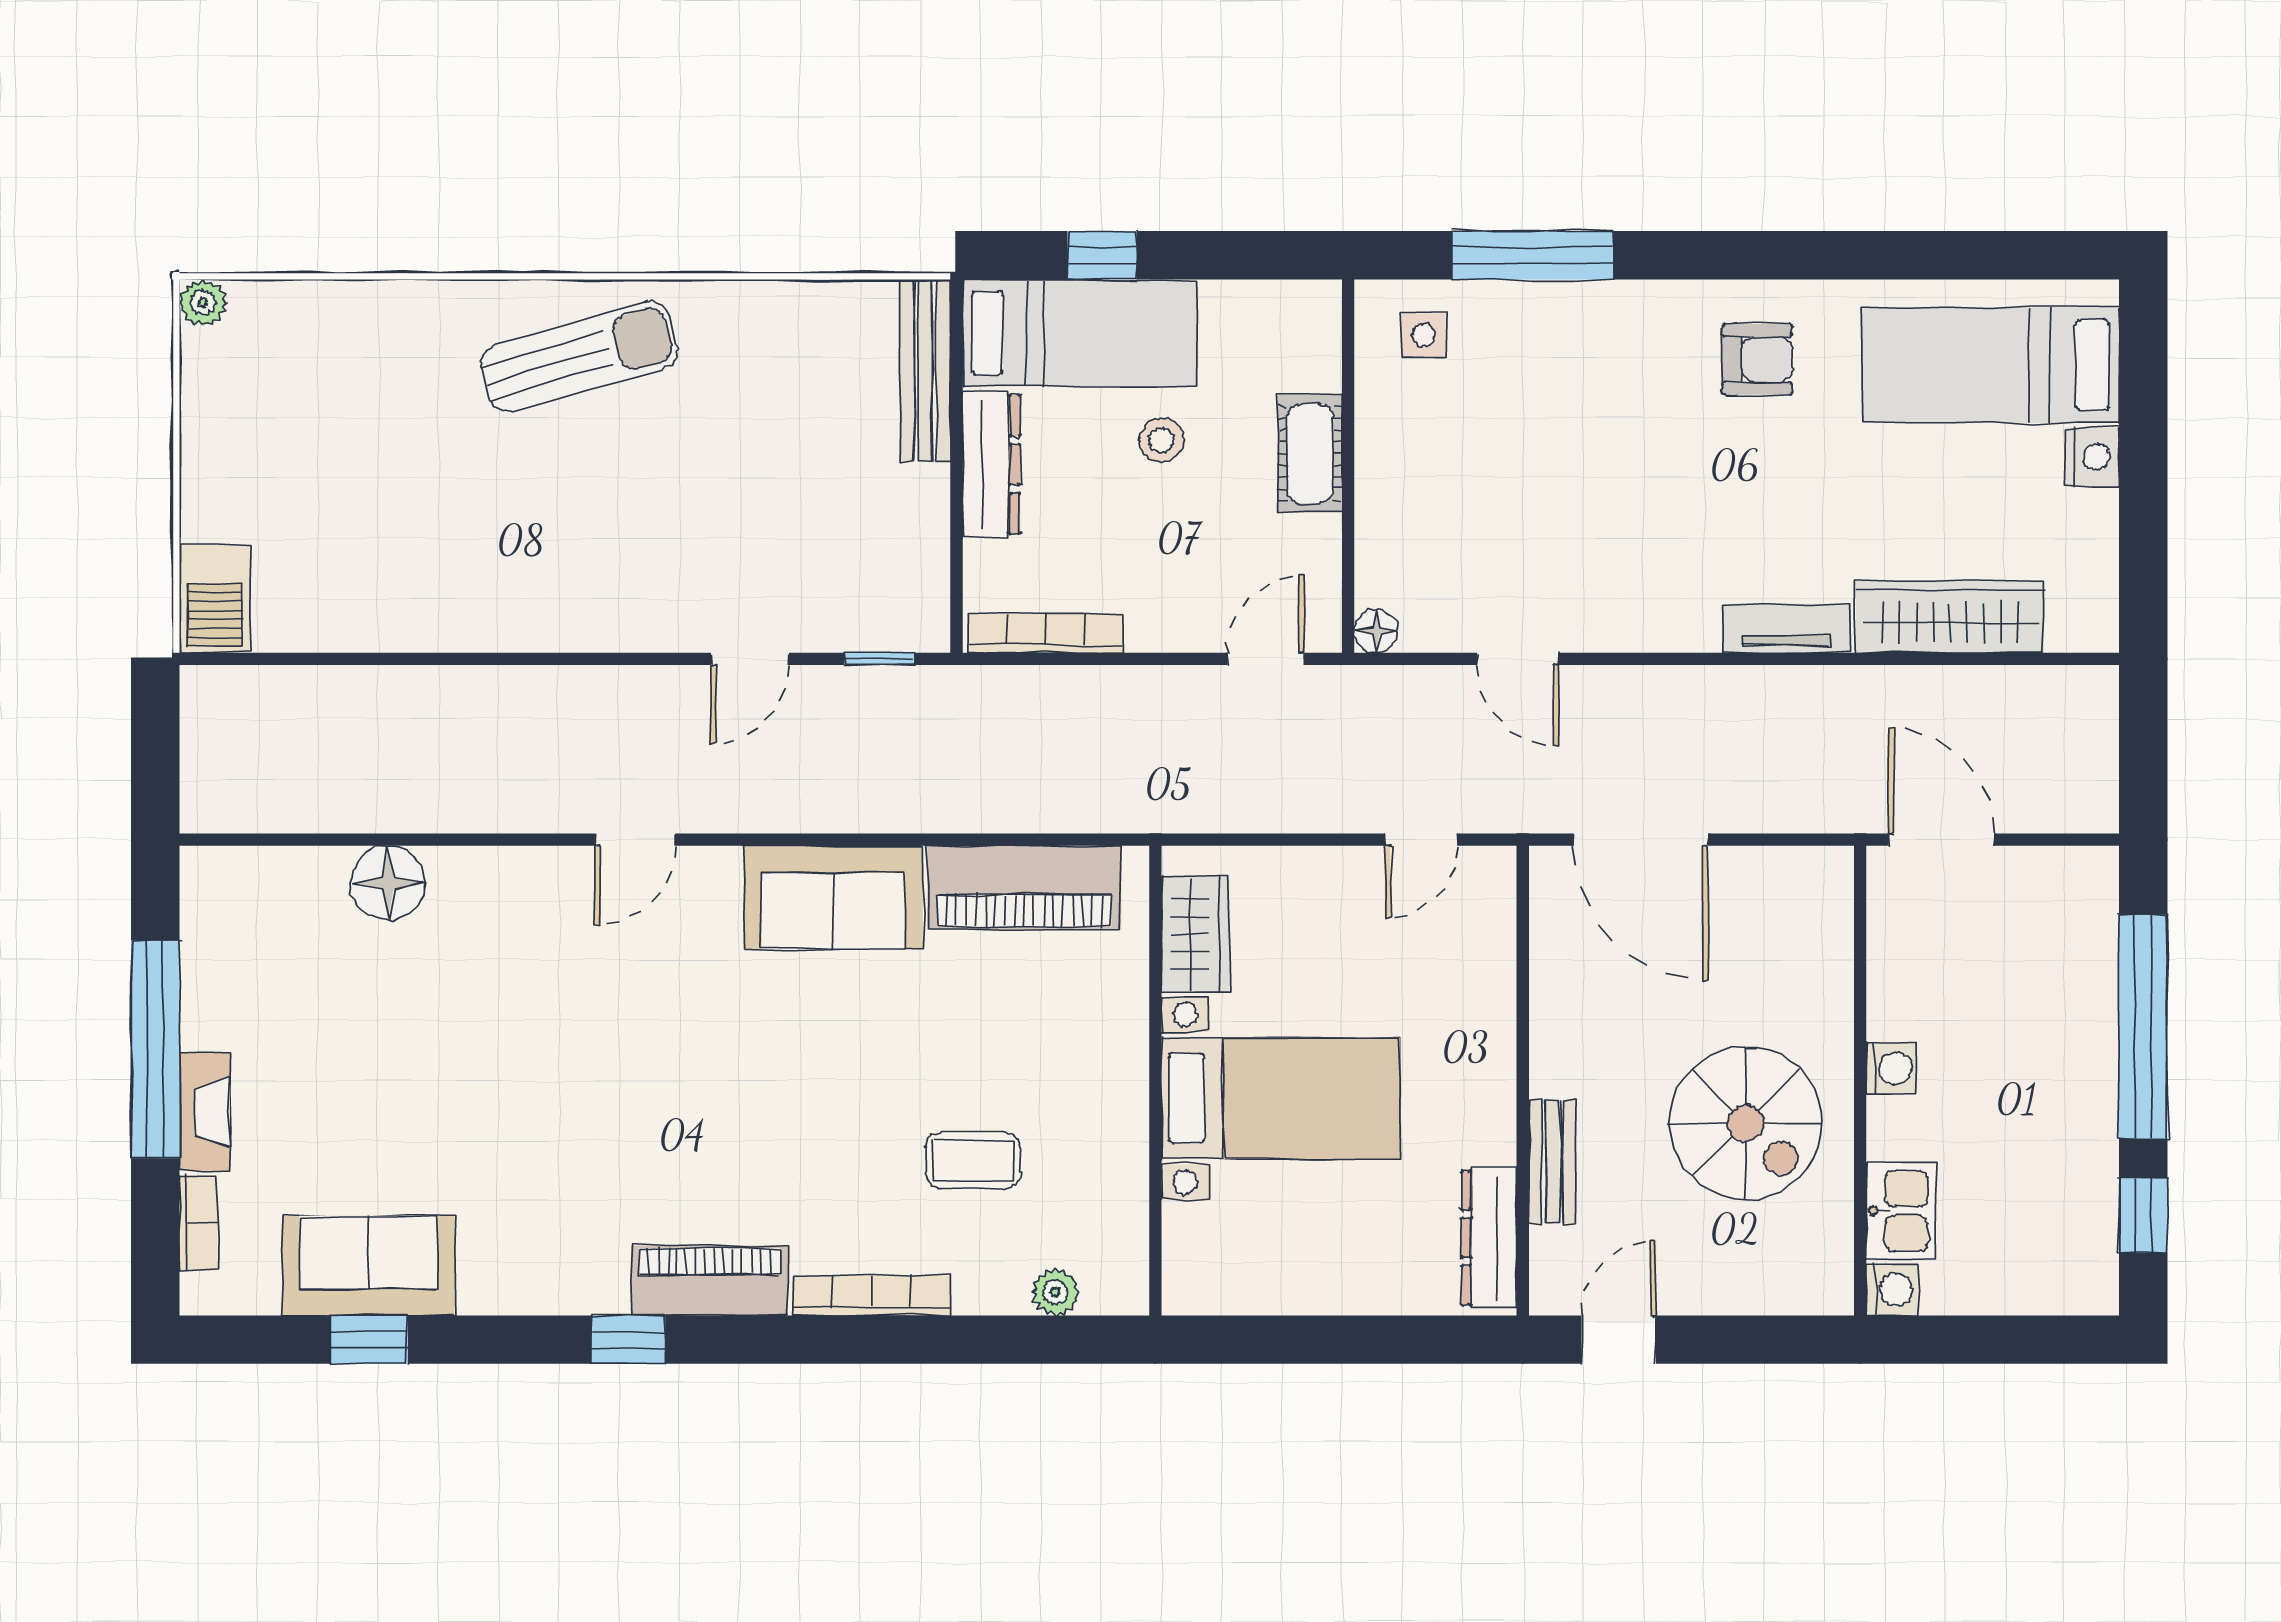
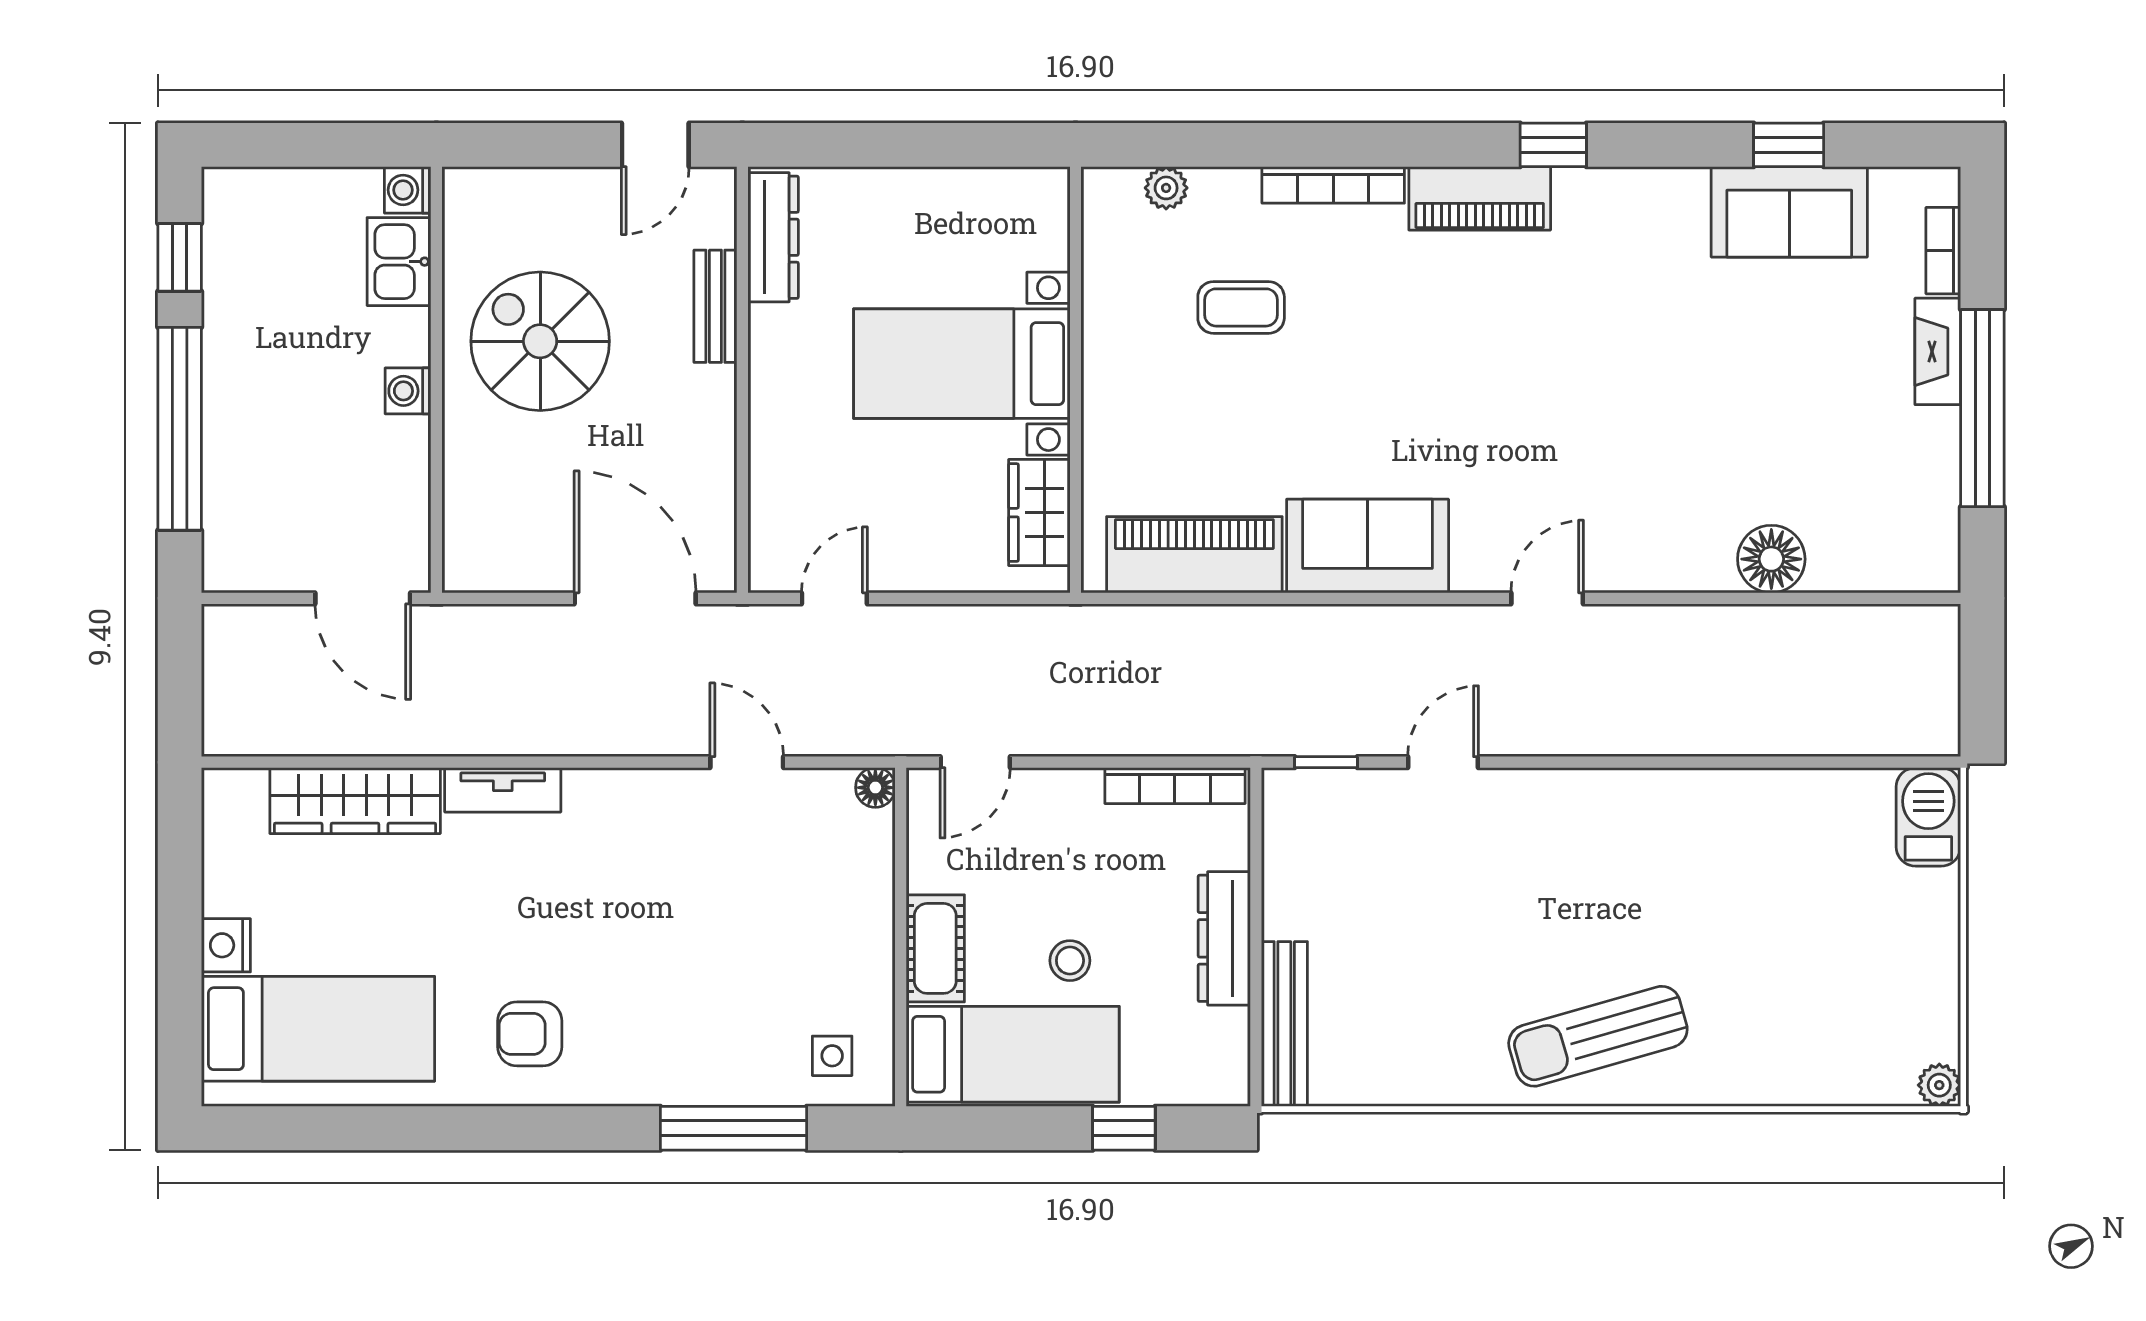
bed: (1080, 333) -> (1013, 1054), moved, turned 180

